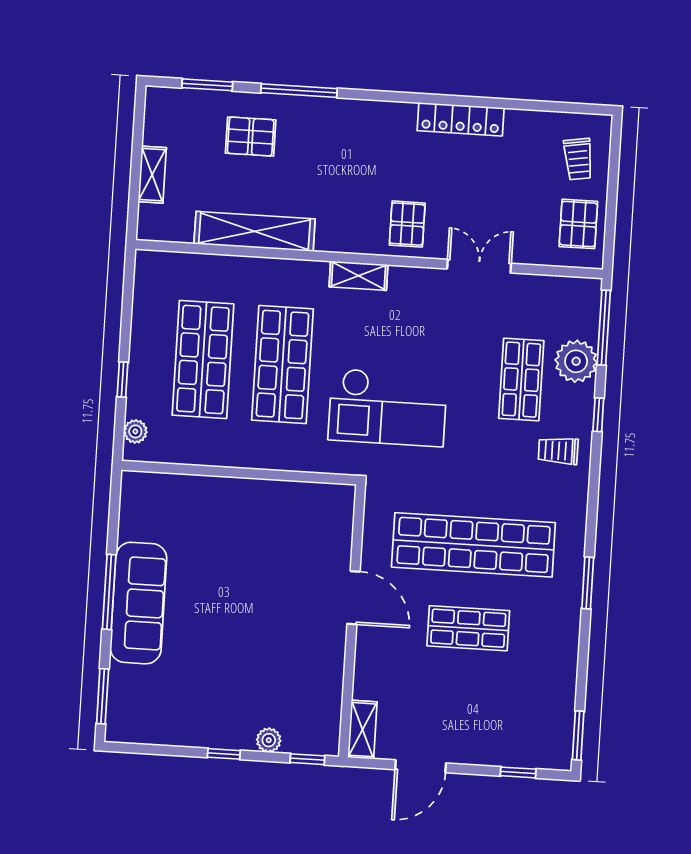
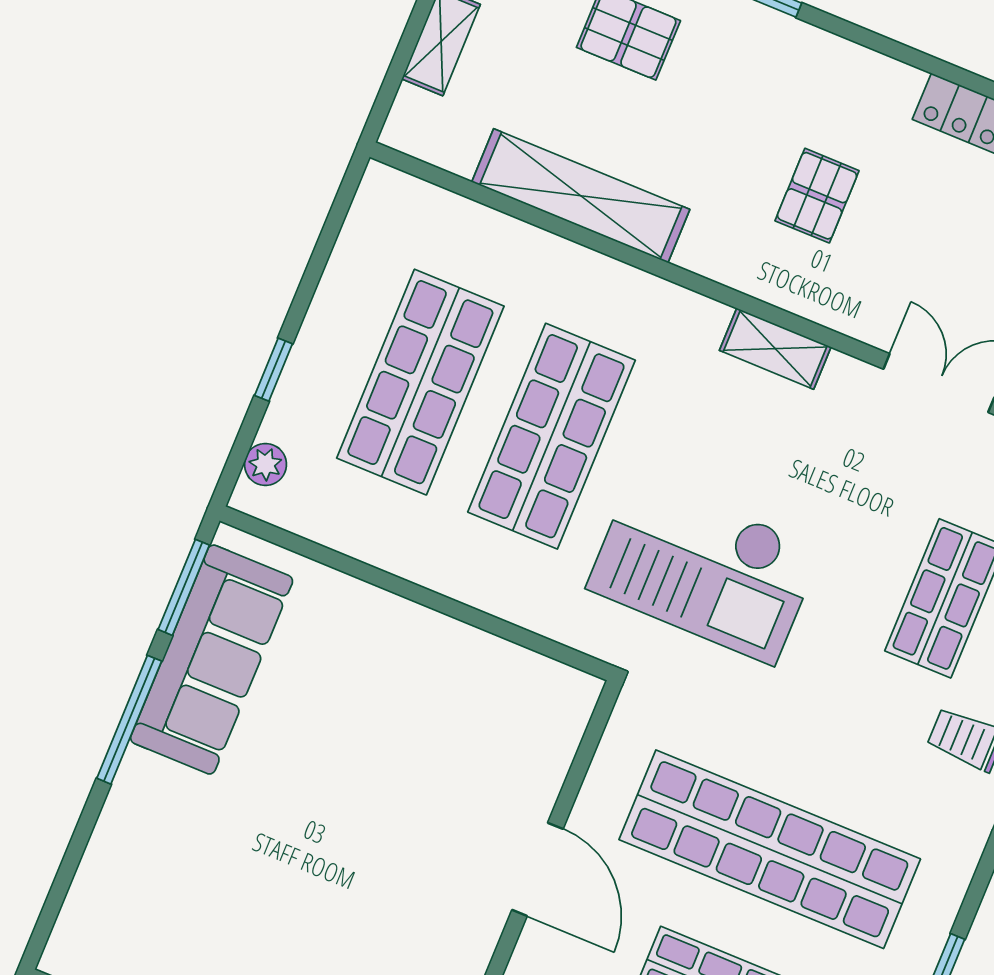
pallet: (407, 224) -> (817, 196), moved
shelving: (358, 276) -> (775, 349), moved
sofa: (138, 603) -> (212, 660), moved
window: (103, 696) -> (184, 587), moved

